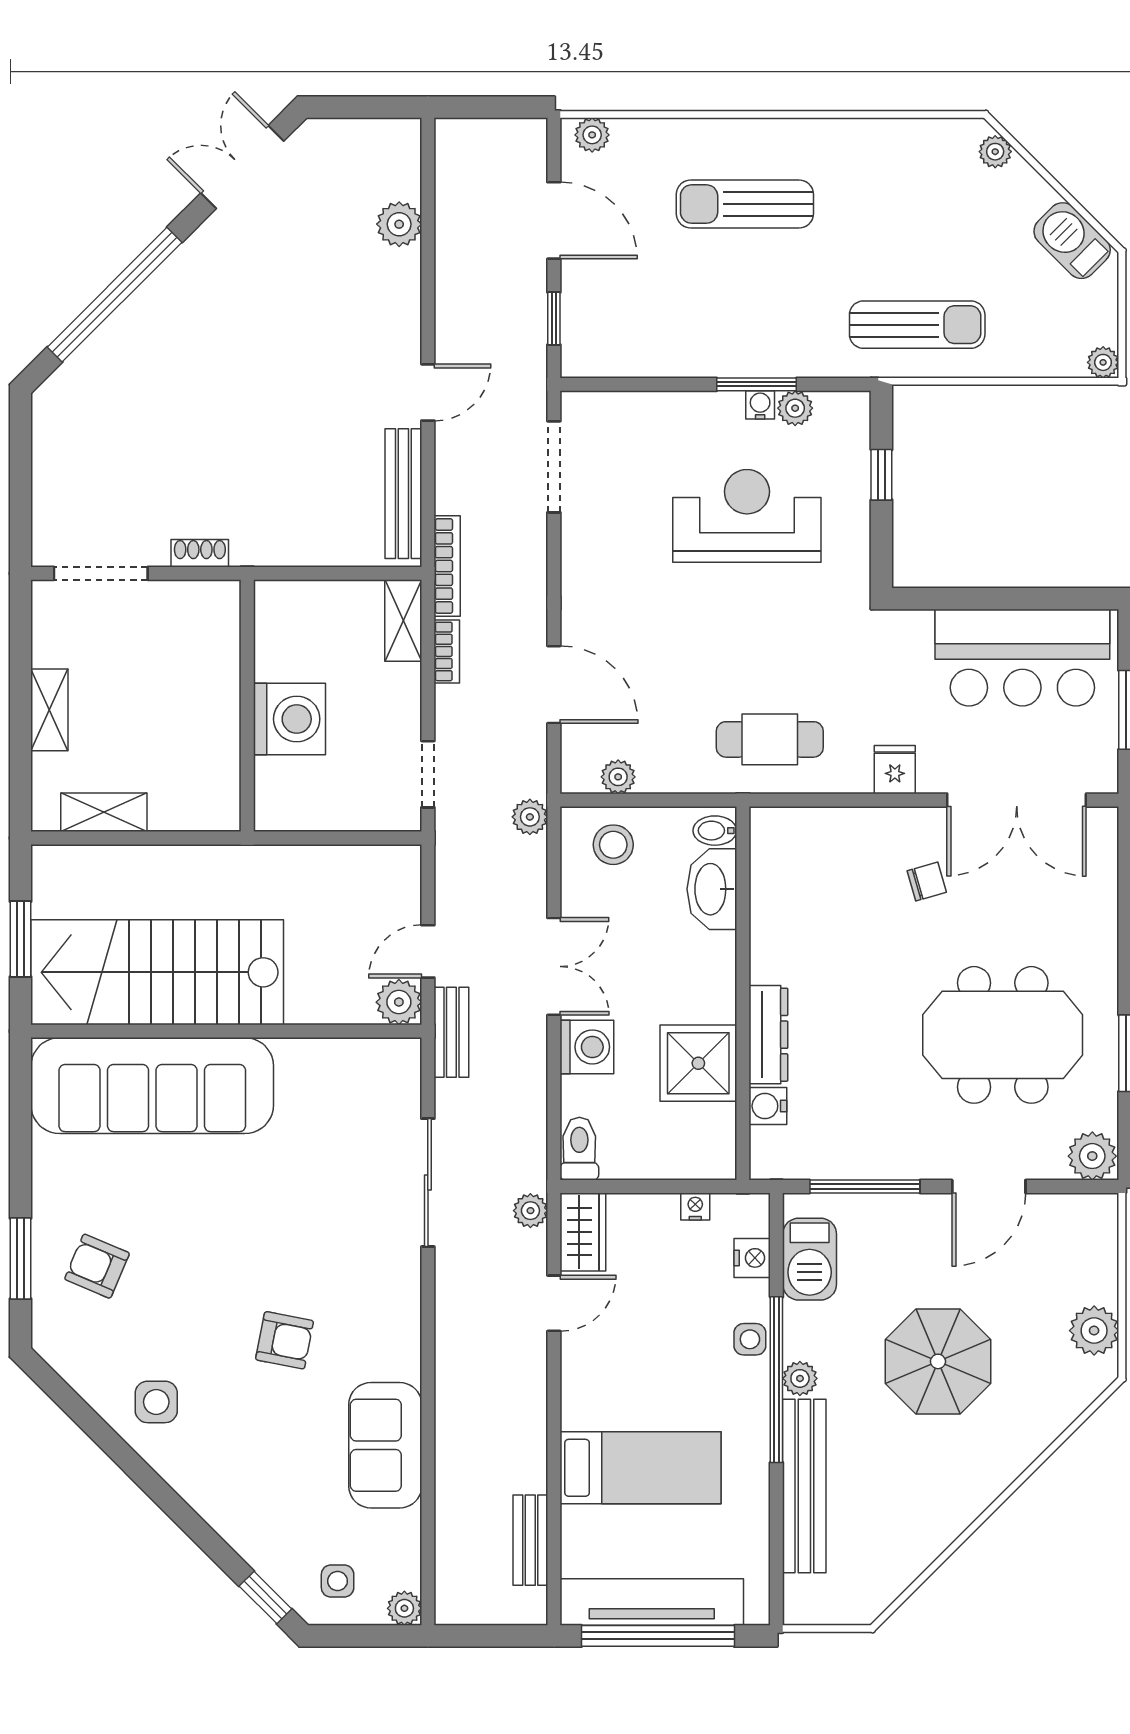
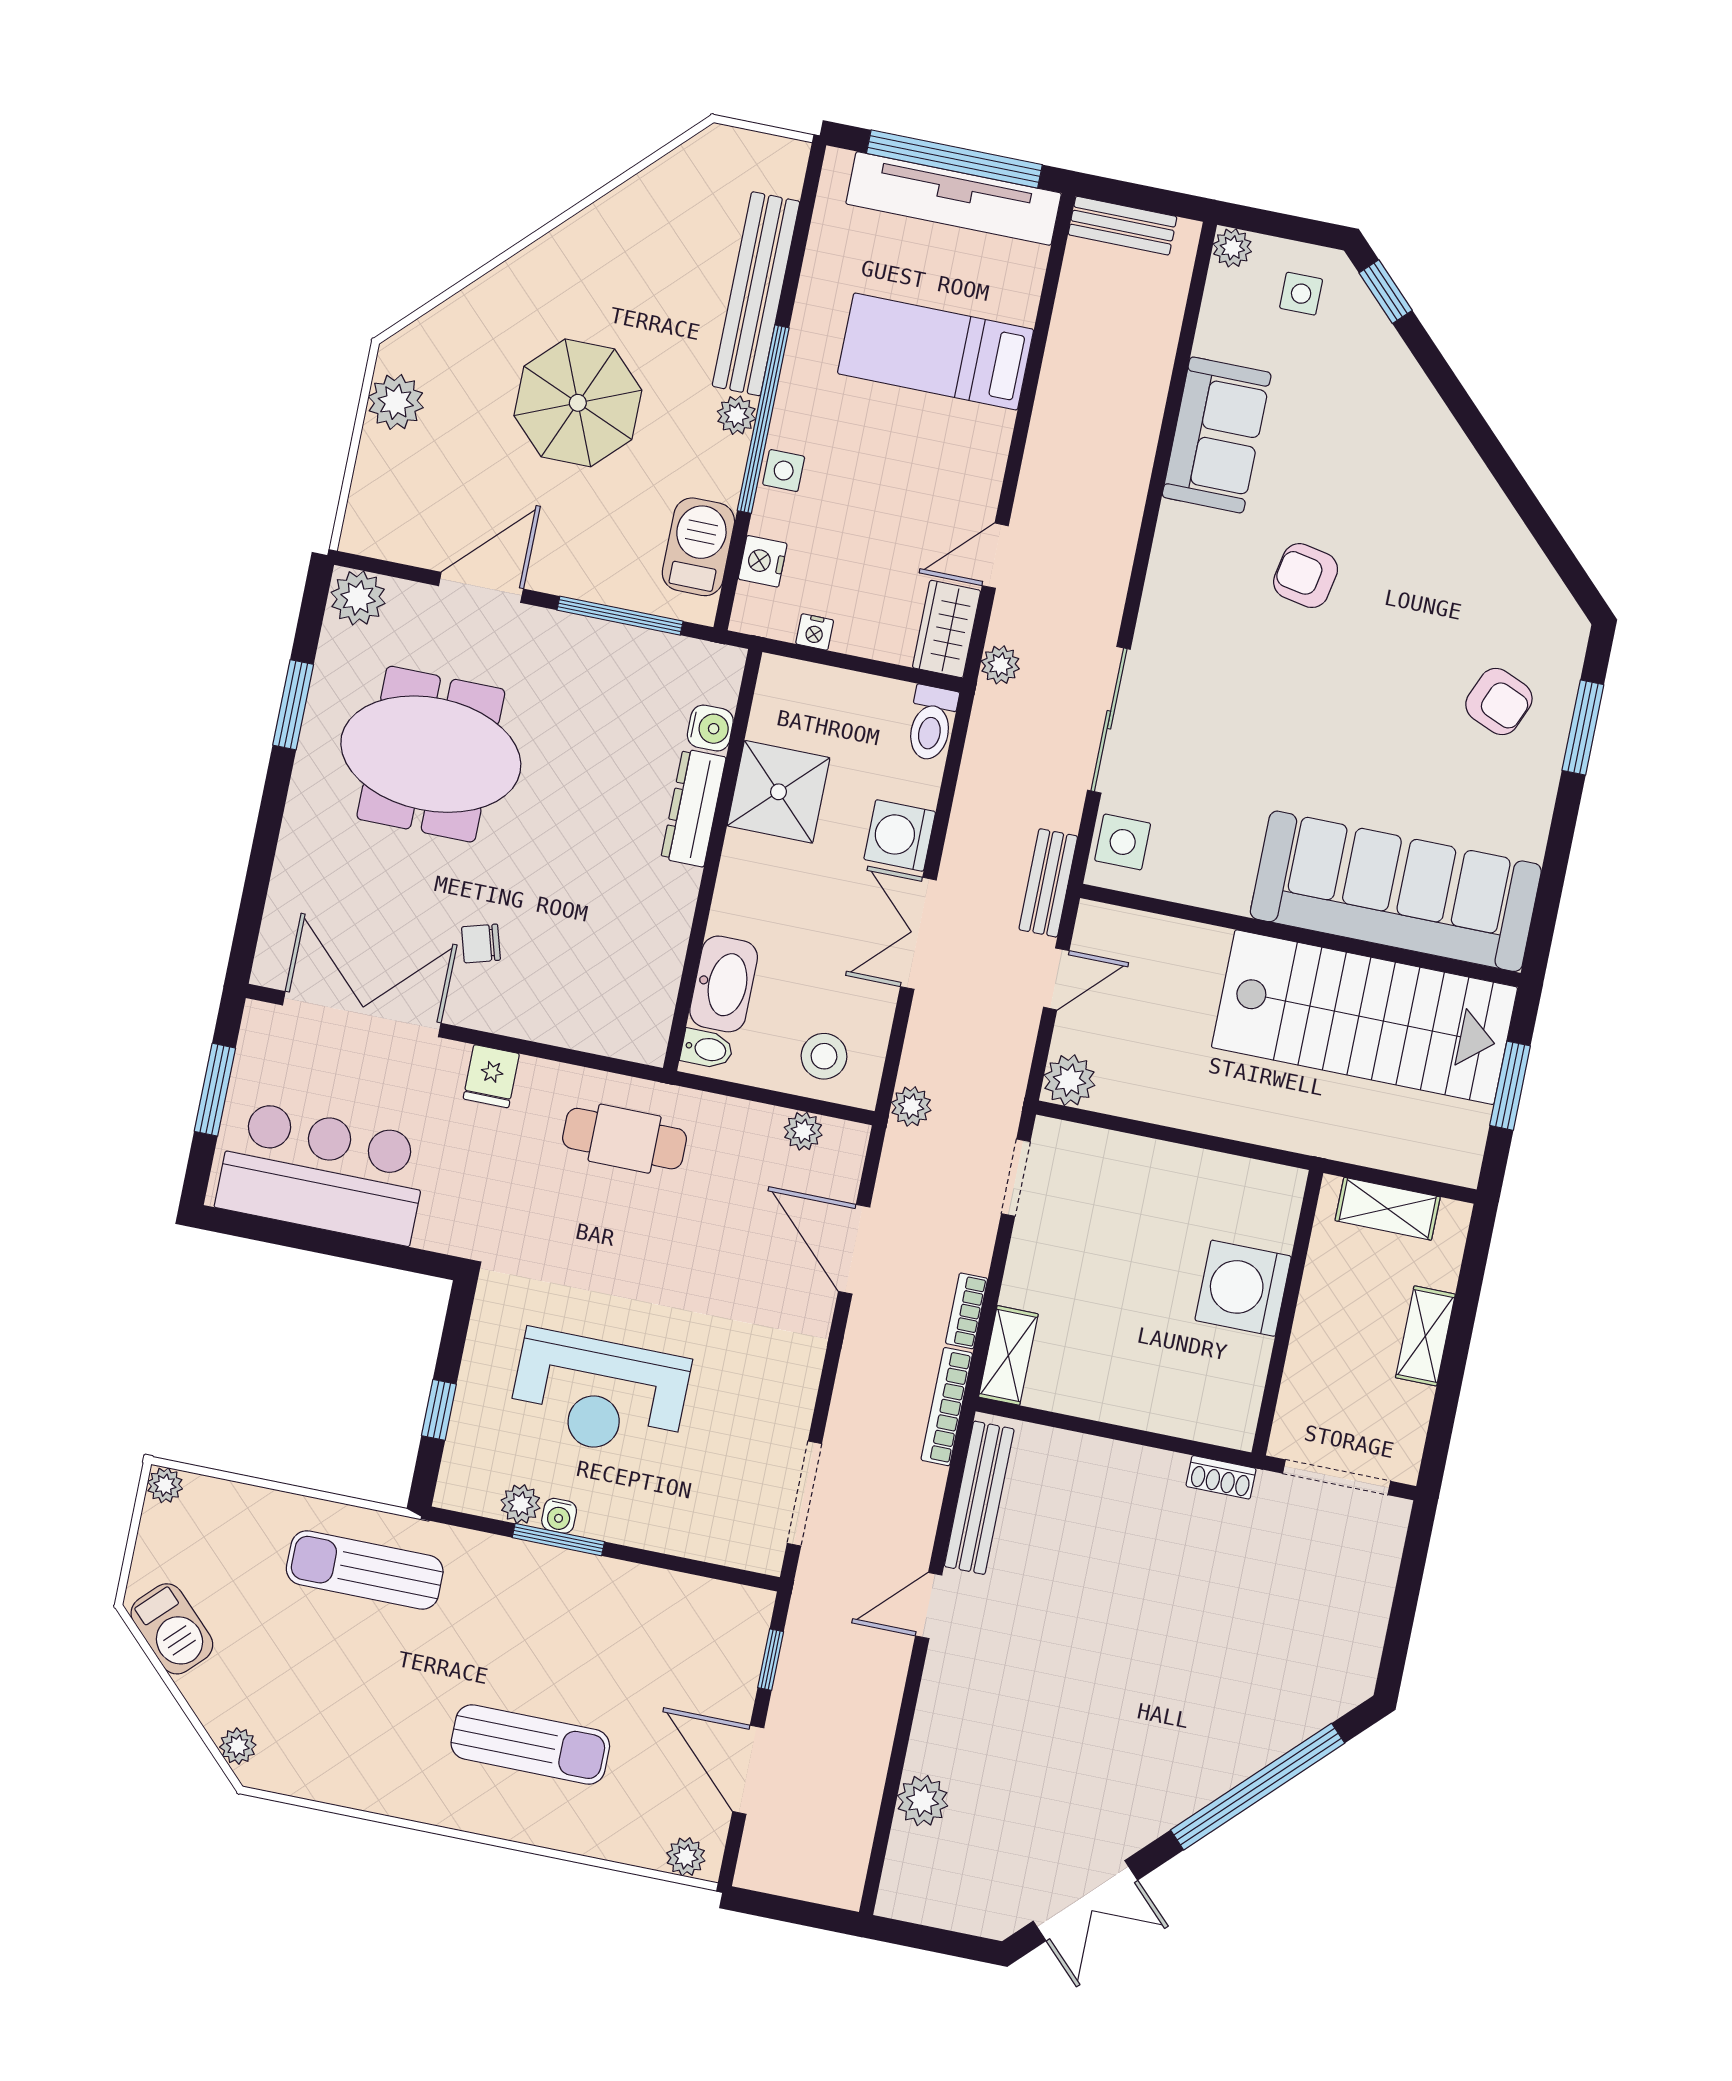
wall: (247, 706) -> (1287, 1313), moved
washing machine: (289, 719) -> (1243, 1288), moved
plant: (399, 1002) -> (1069, 1080), moved
side table: (156, 1402) -> (1123, 842), moved
bench: (530, 1540) -> (1122, 226), moved, turned 90

